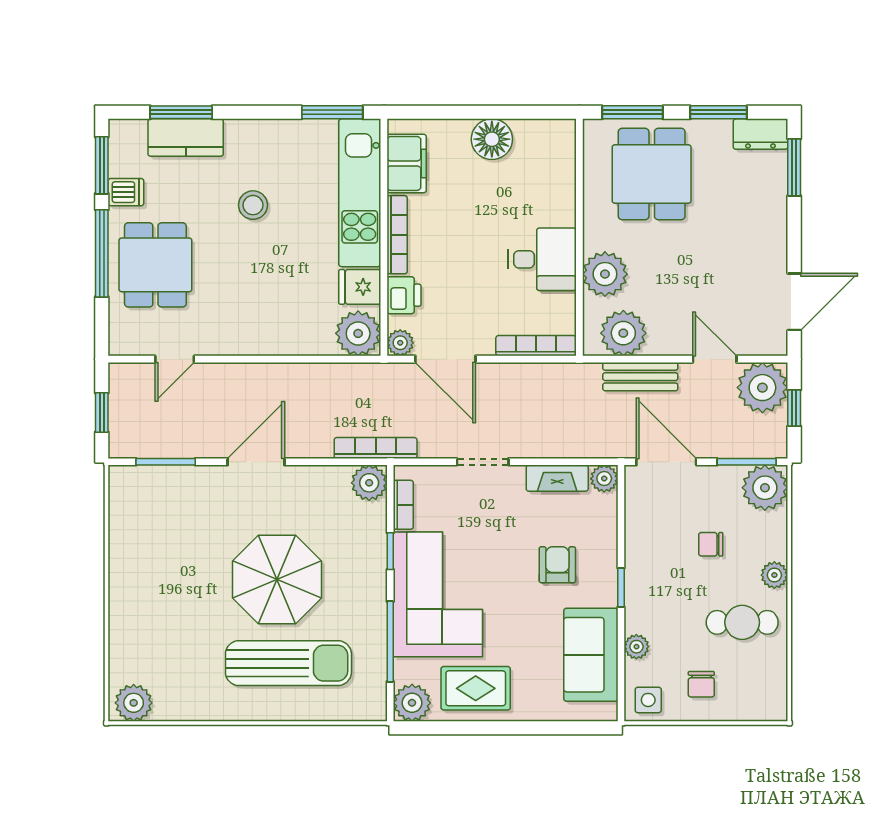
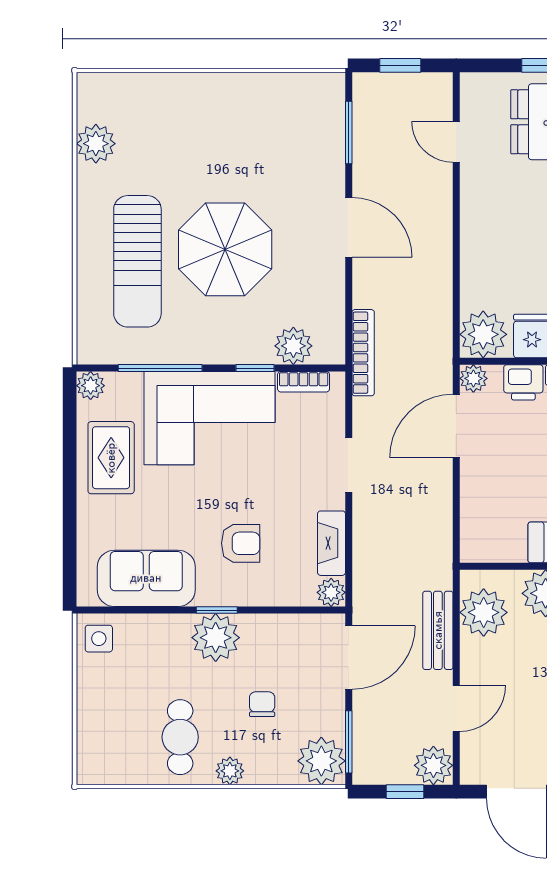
bookcase: (536, 346) -> (470, 521), removed
plant: (762, 388) -> (433, 765), width x0.73, depth x0.73
plant: (369, 483) -> (293, 346), moved
plant: (636, 647) -> (216, 638), moved, width x1.87, depth x1.87
chair: (701, 684) -> (115, 694), removed
plant: (134, 703) -> (96, 144), moved
plant: (412, 703) -> (91, 386), width x0.73, depth x0.73

